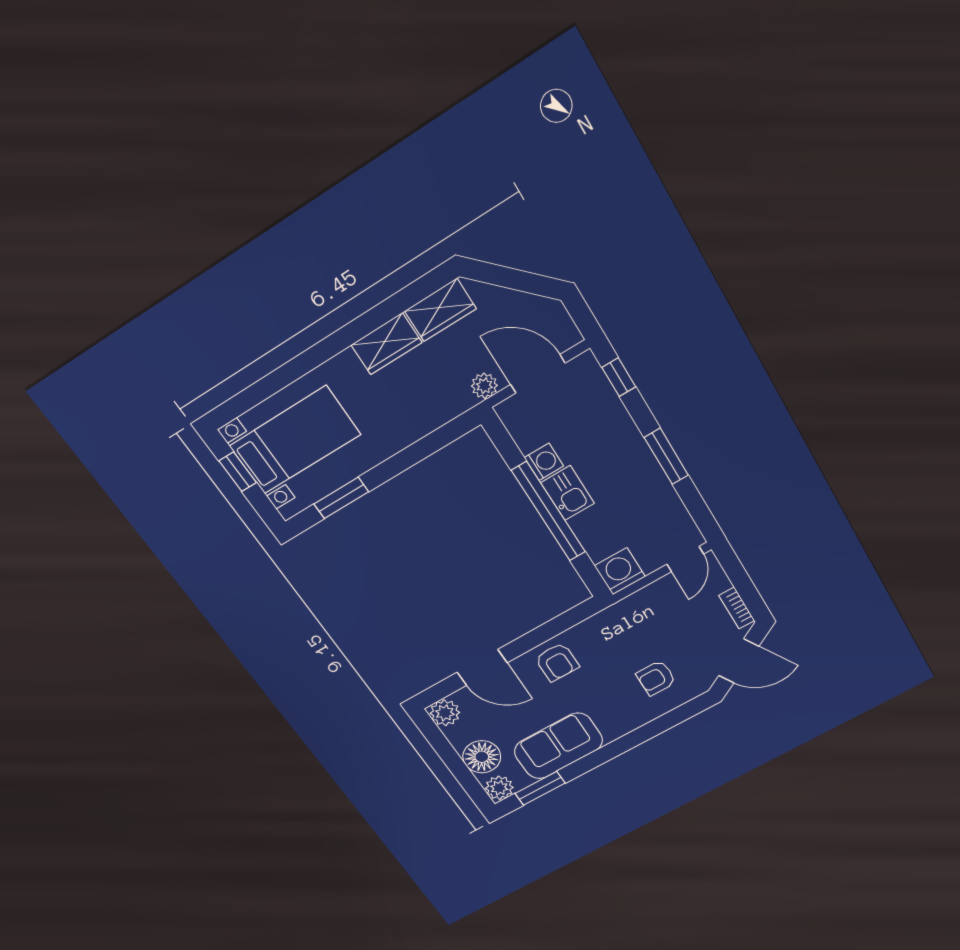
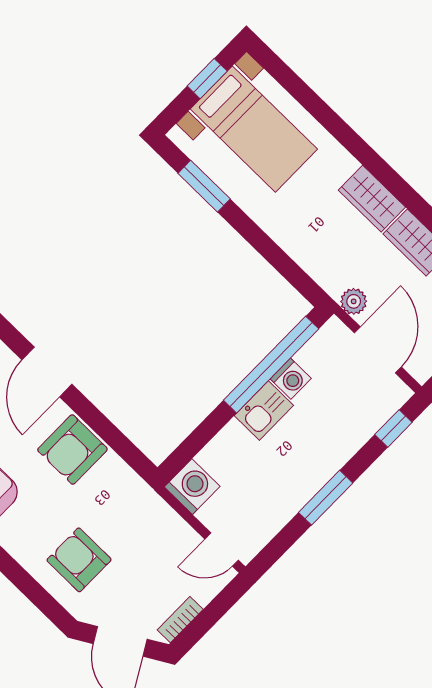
window: (549, 511) -> (271, 365), moved
armchair: (557, 662) -> (72, 449), width x1.38, depth x1.38
armchair: (656, 678) -> (79, 560), width x1.38, depth x1.38

